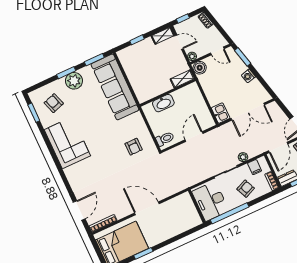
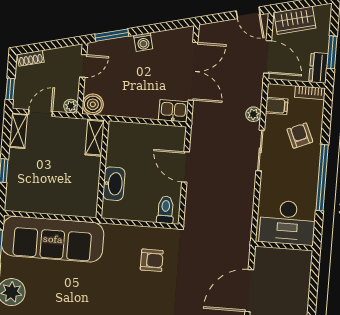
desk: (210, 201) -> (287, 223), moved
wall: (197, 206) -> (284, 246), moved

